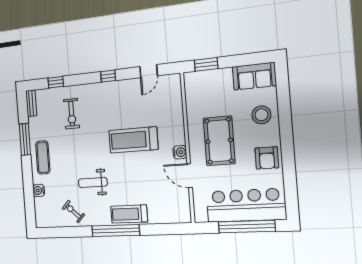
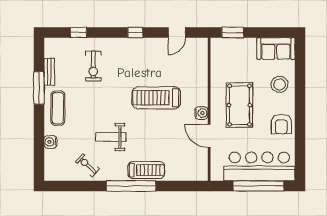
bench: (31, 103) -> (49, 72), moved
treadmill: (129, 214) -> (146, 170), turned 180

